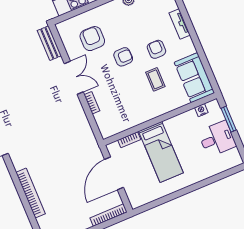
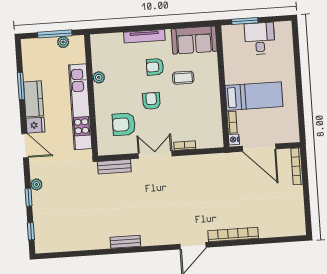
tv unit: (180, 24) -> (144, 36), width x1.41
nightstand: (201, 110) -> (234, 139), moved
bookcase: (31, 193) -> (233, 234), moved

